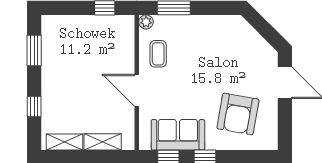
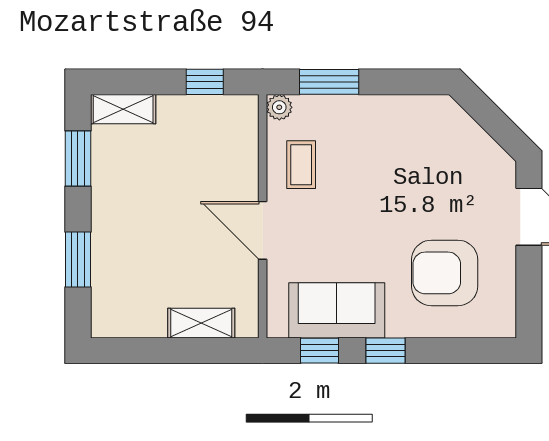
window: (34, 106) -> (78, 259), width x1.50
armchair: (238, 114) -> (445, 273), turned 80
shelving: (65, 142) -> (123, 109), moved

